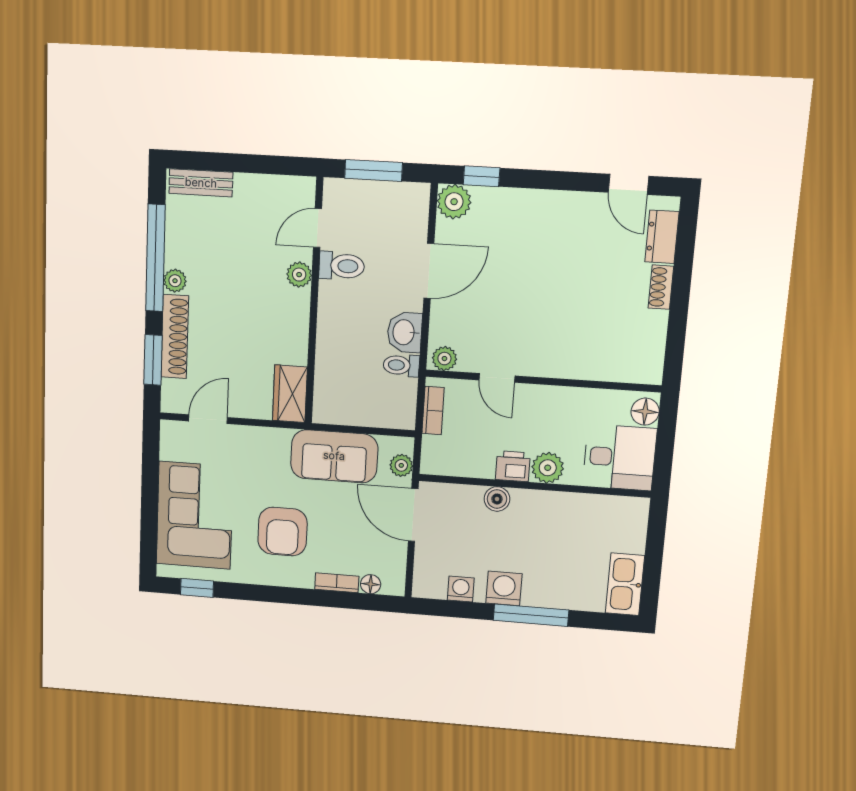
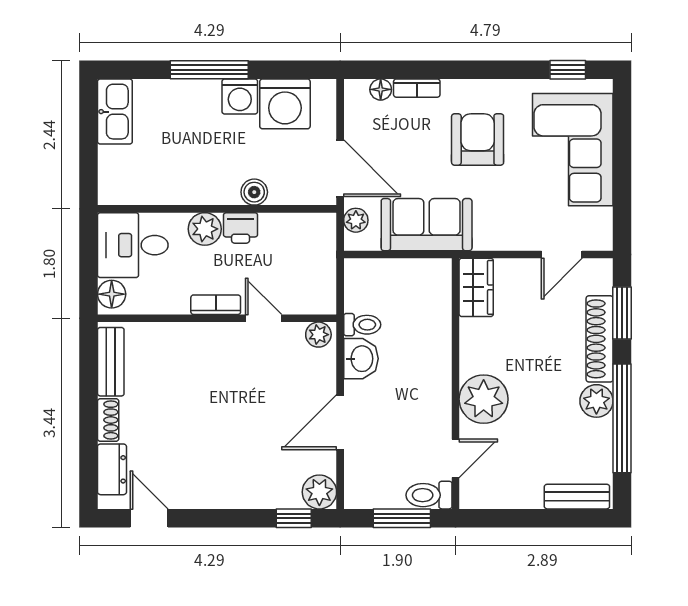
toilet: (342, 266) -> (429, 495), moved
plant: (299, 275) -> (484, 399), width x1.88, depth x1.88
plant: (175, 281) -> (596, 401), width x1.38, depth x1.38
bench: (652, 345) -> (111, 362), added
bookcase: (433, 411) -> (216, 305), moved, turned 90
washing machine: (461, 589) -> (285, 104), width x1.89, depth x1.89

